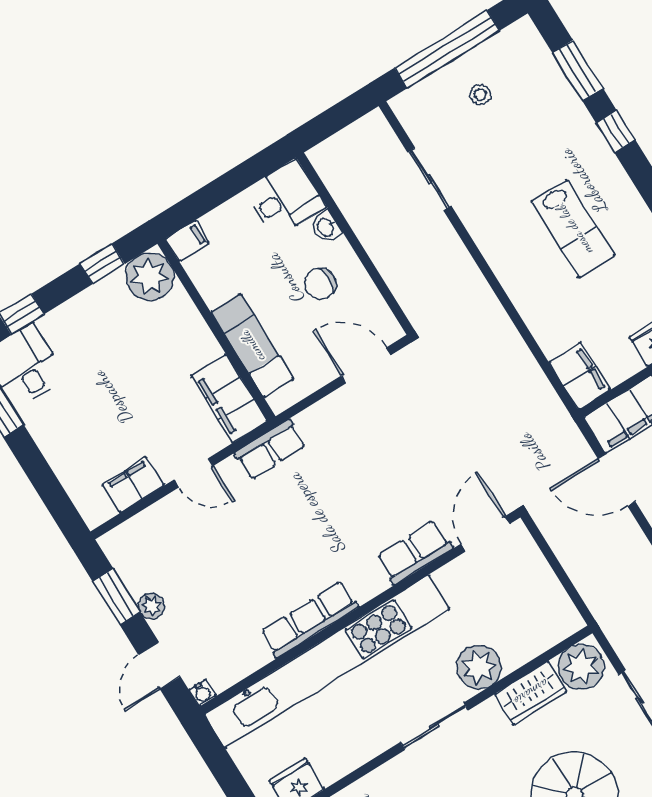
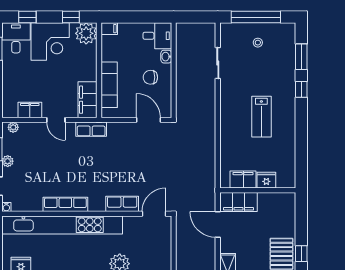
corner desk: (92, 334) -> (50, 41), added
filing cabinet: (579, 376) -> (243, 180), moved, turned -90
plant: (123, 536) -> (13, 127), added

